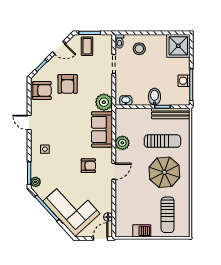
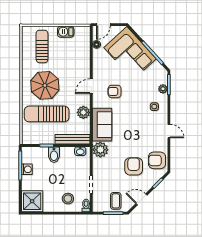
bench: (171, 114) -> (72, 139), moved
sun lounger: (162, 141) -> (47, 114), width x1.36, depth x1.34
plant: (36, 182) -> (163, 89), moved

